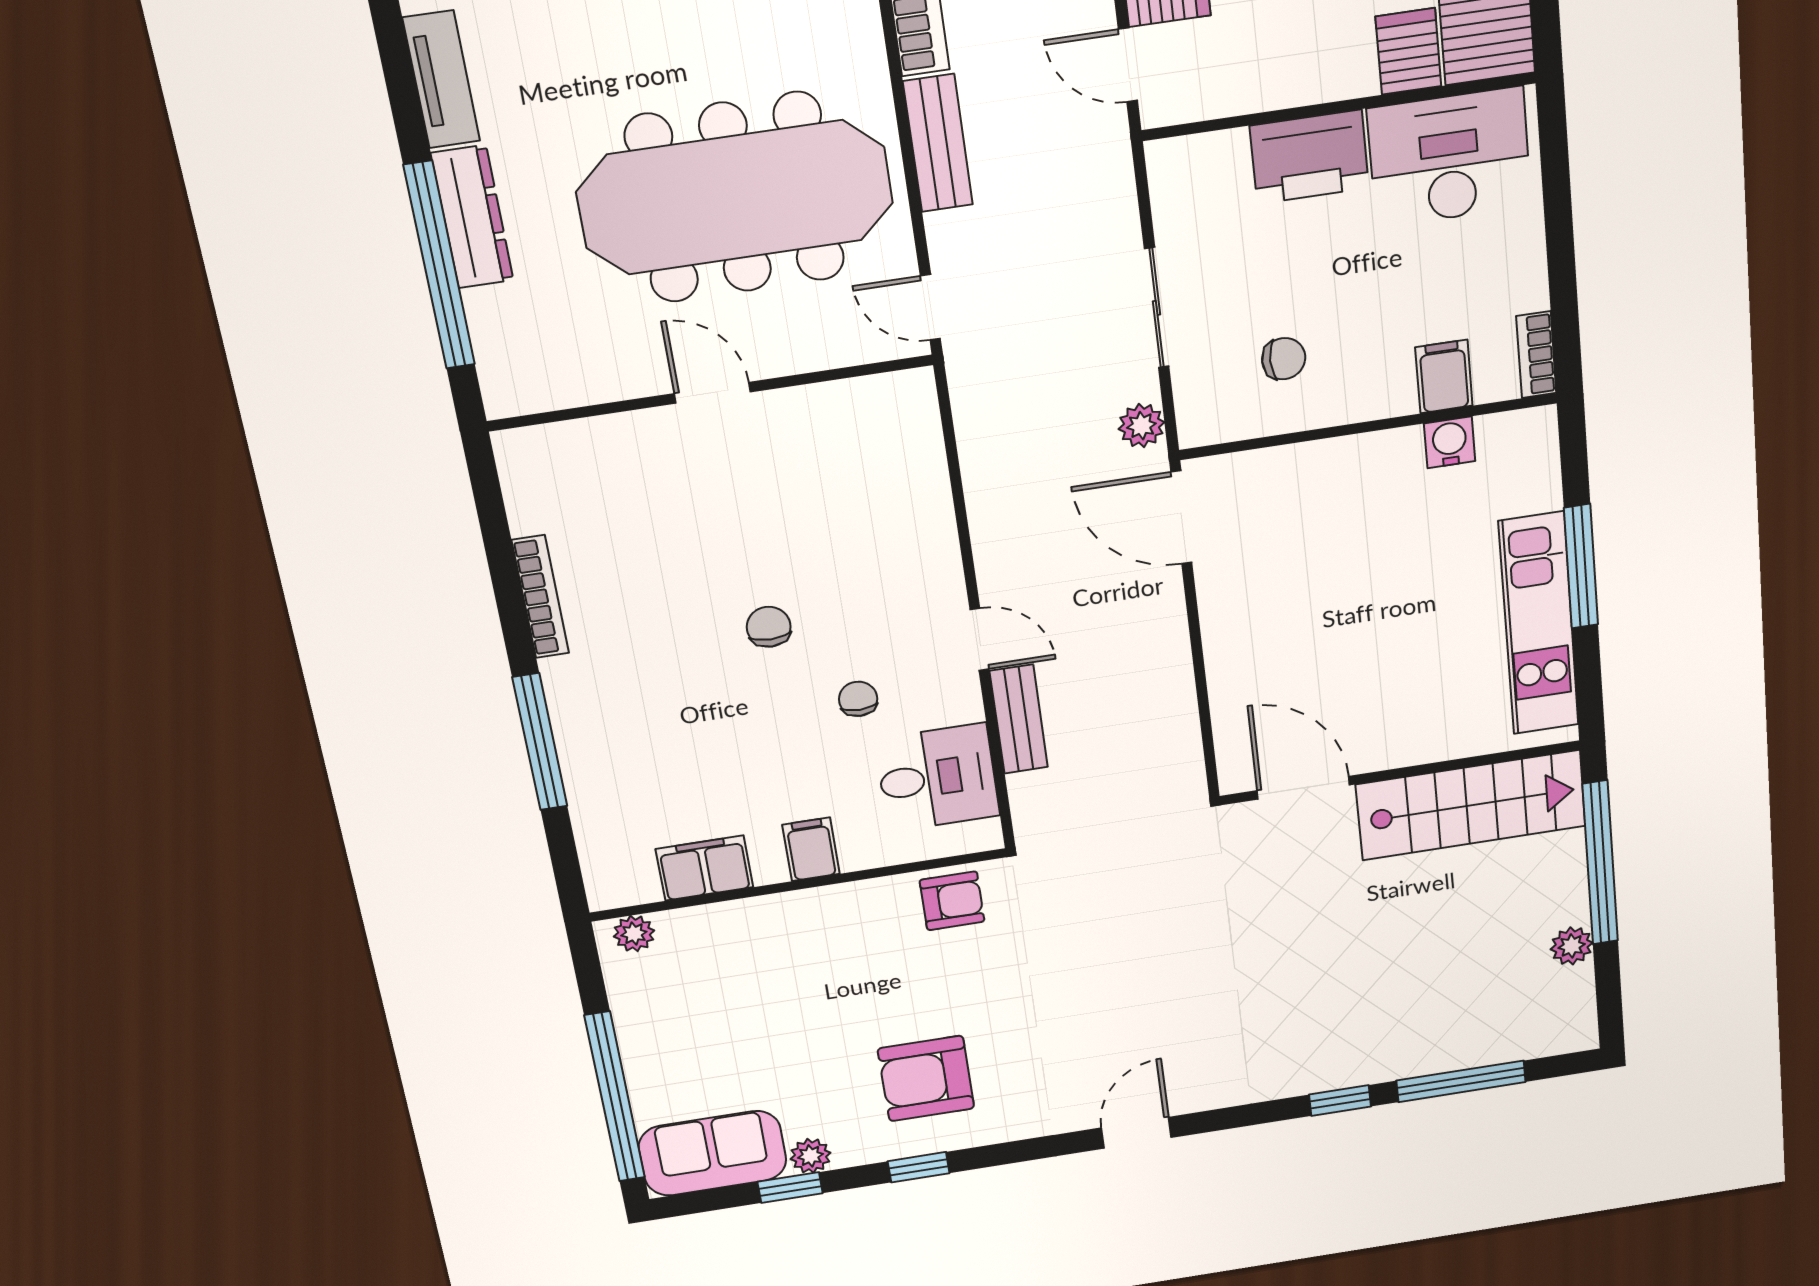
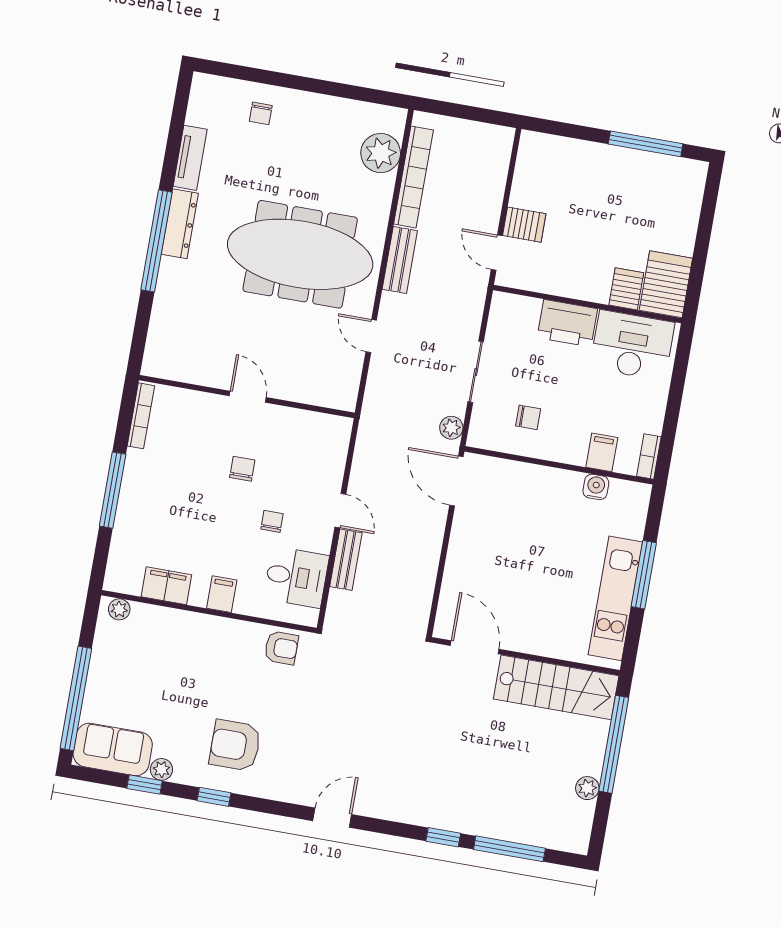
wall: (711, 393) -> (247, 396), moved
door: (712, 393) -> (248, 397), moved

